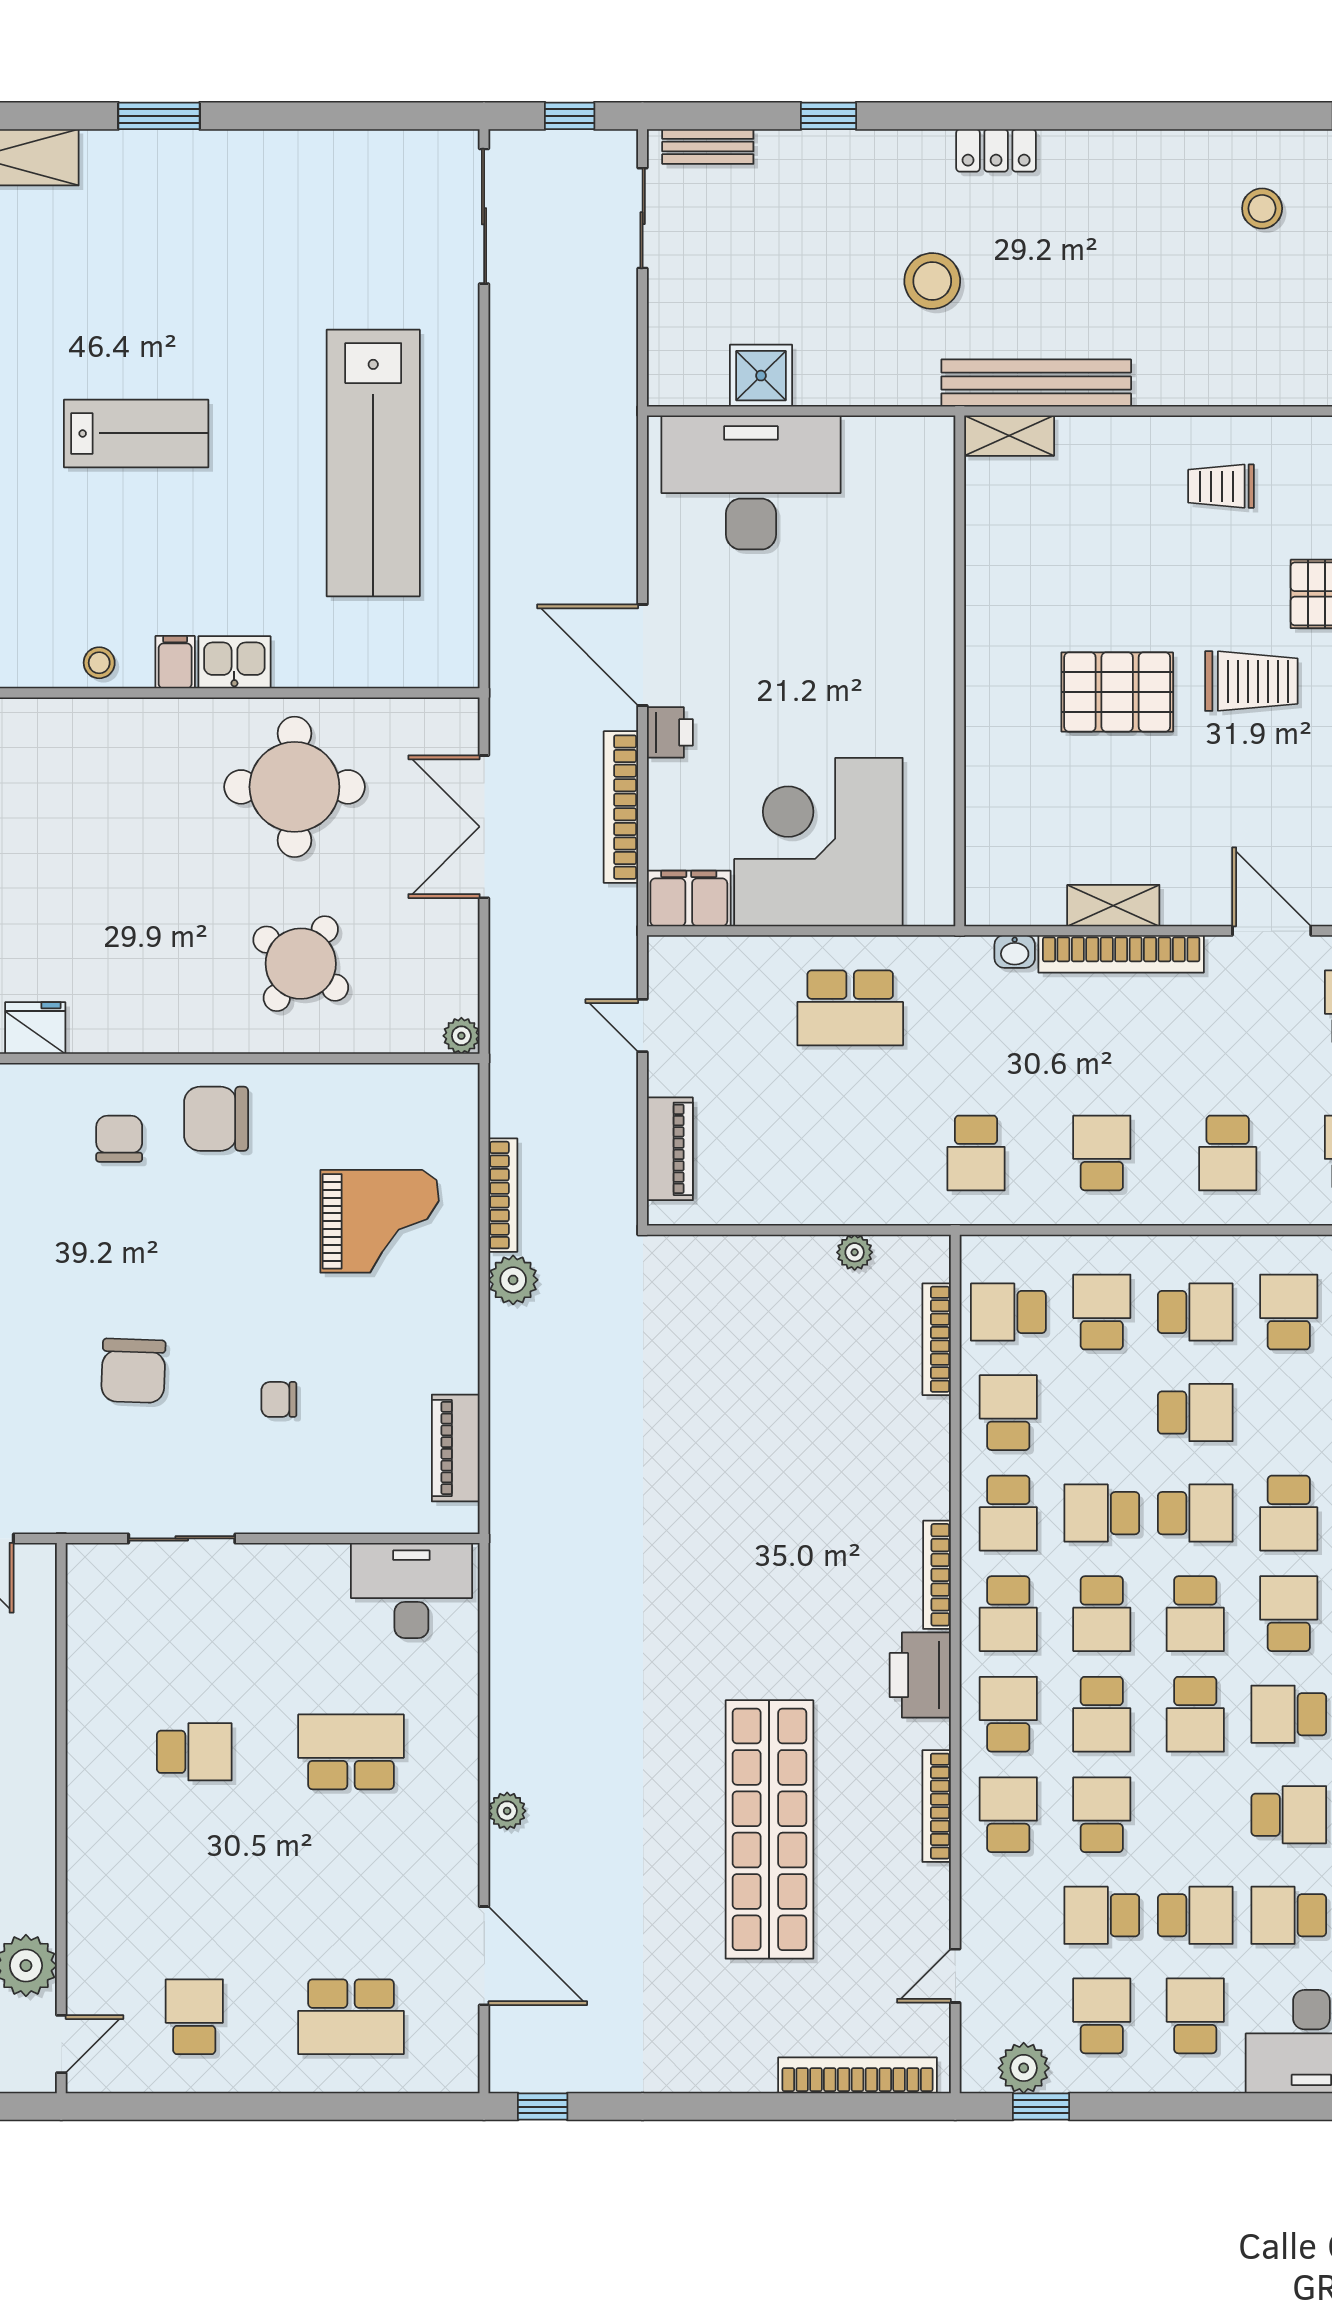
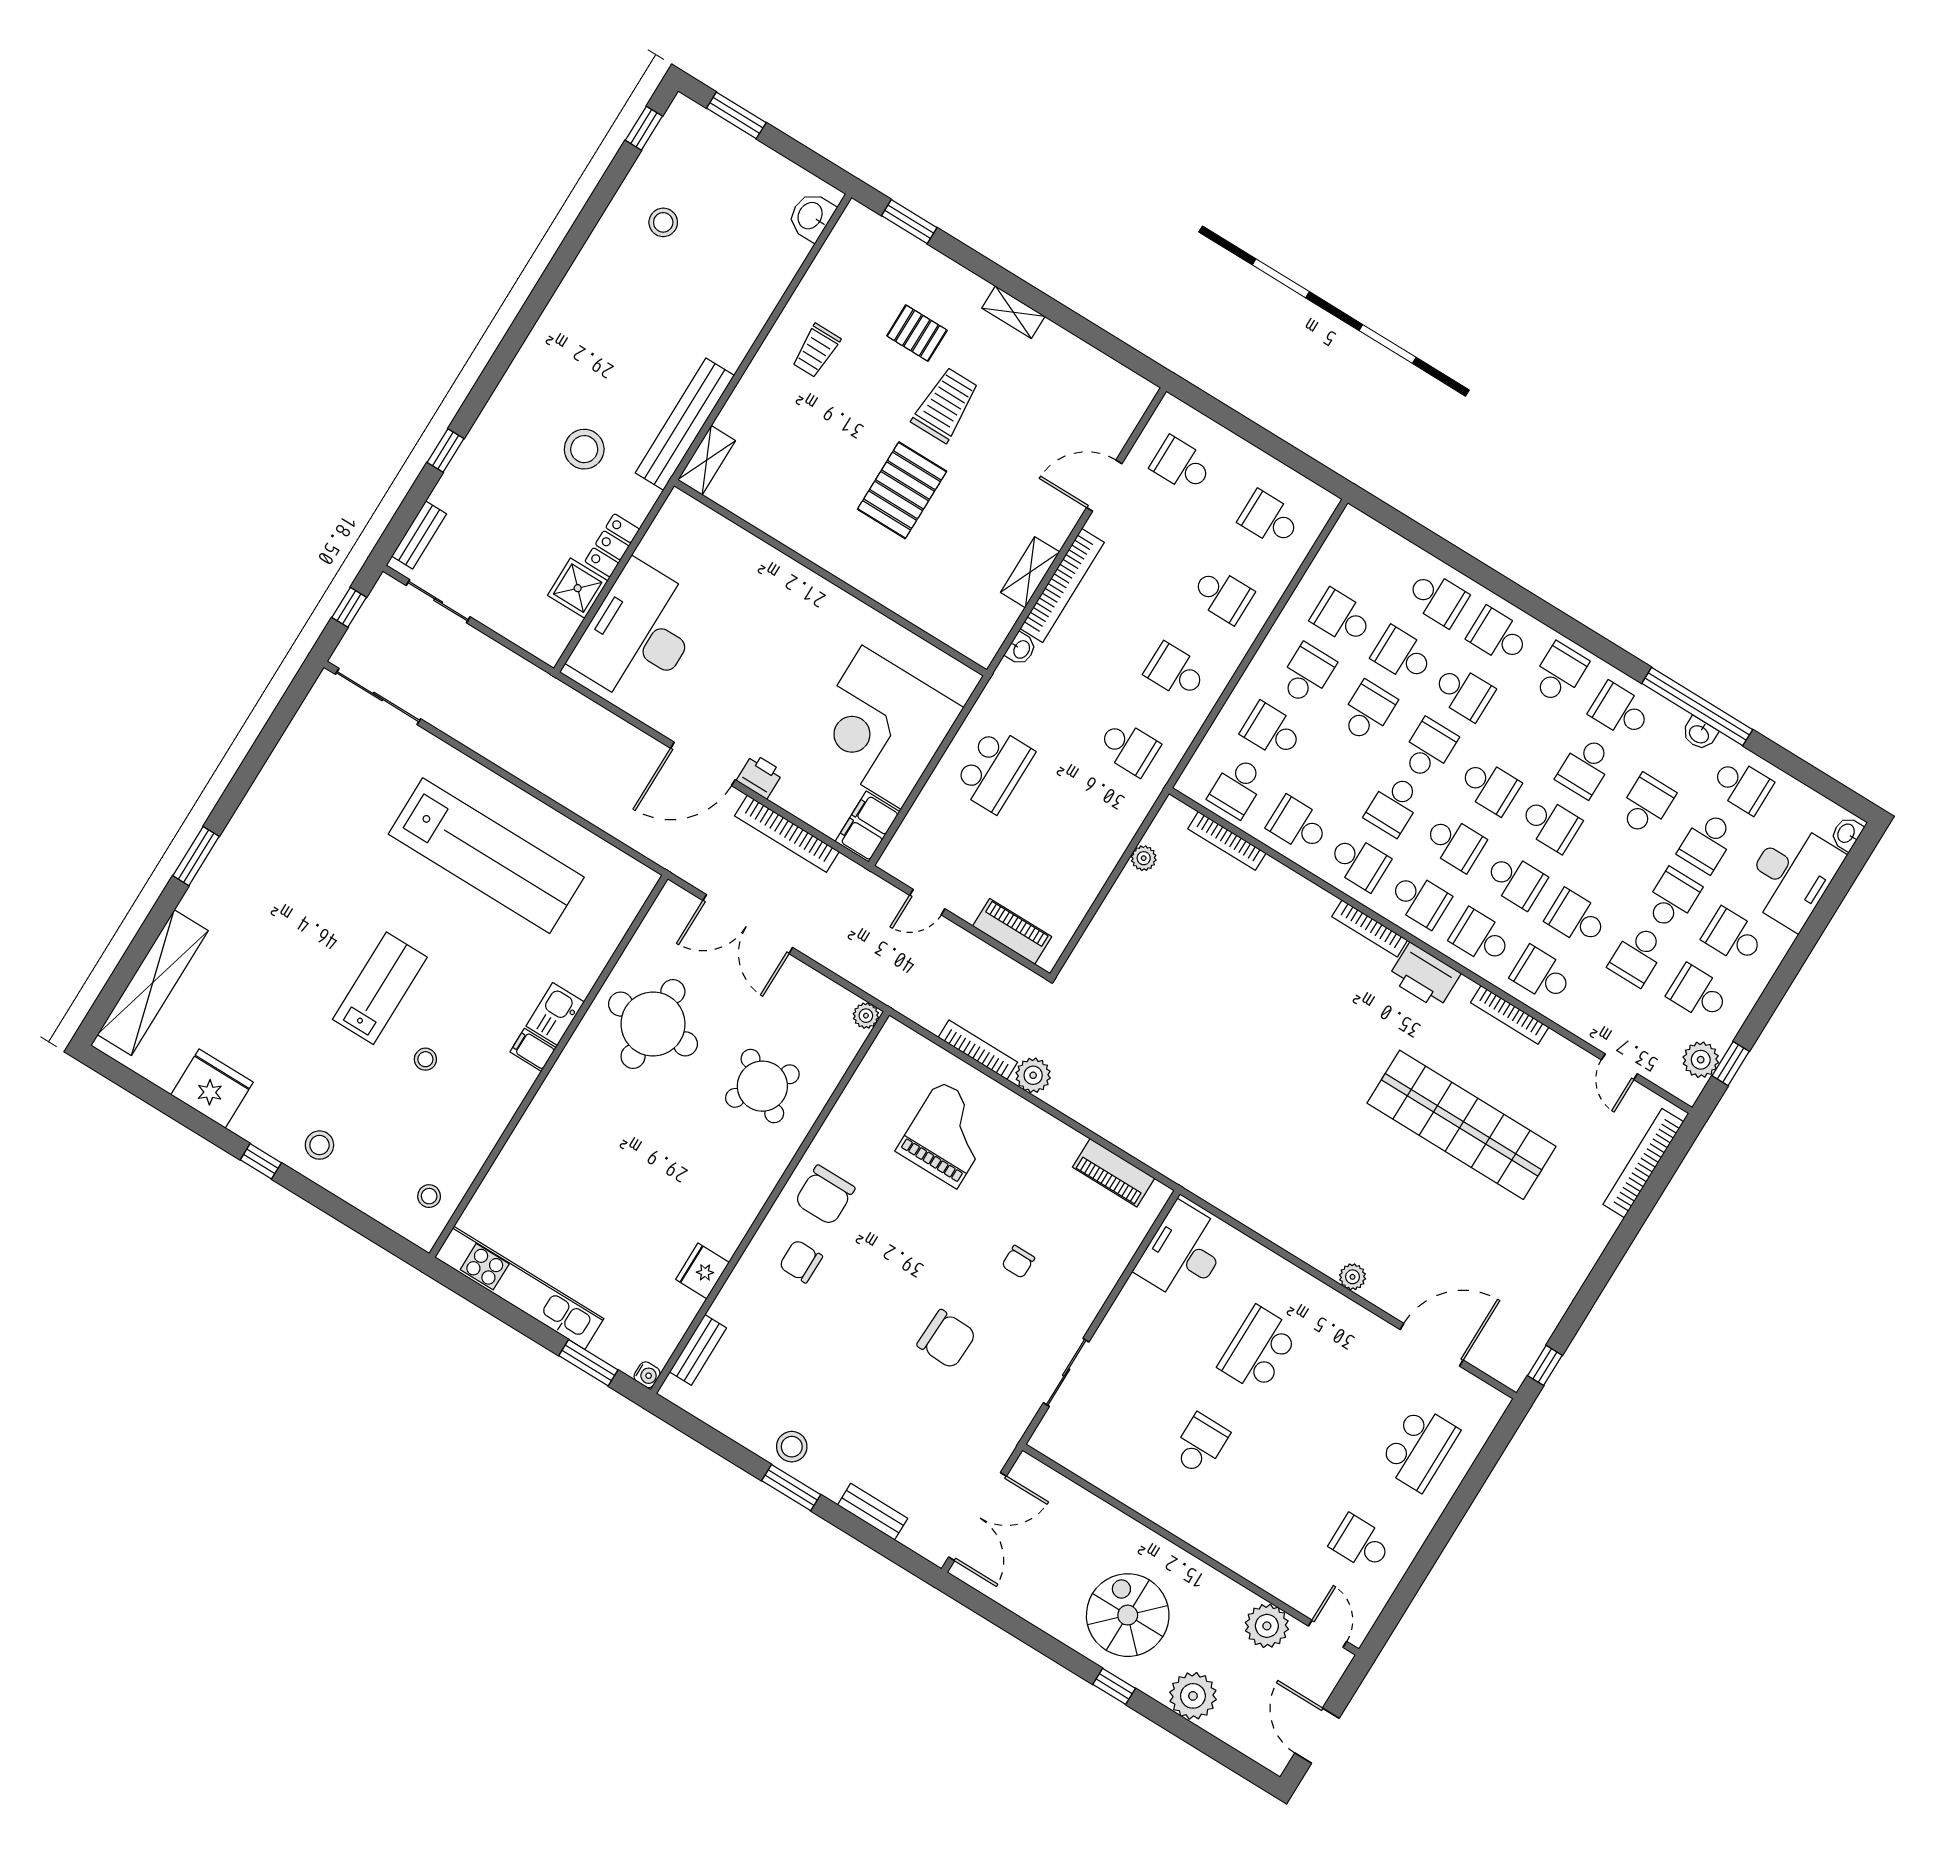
locker: (996, 150) -> (612, 545), moved, turned 180
stool: (99, 663) -> (425, 1059), moved
school desk: (1289, 1614) -> (1403, 655), moved

